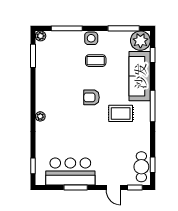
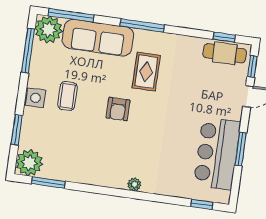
window: (67, 28) -> (17, 130), width x0.69
plant: (41, 36) -> (29, 163), width x1.87, depth x1.87
window: (153, 55) -> (71, 15), width x2.17

